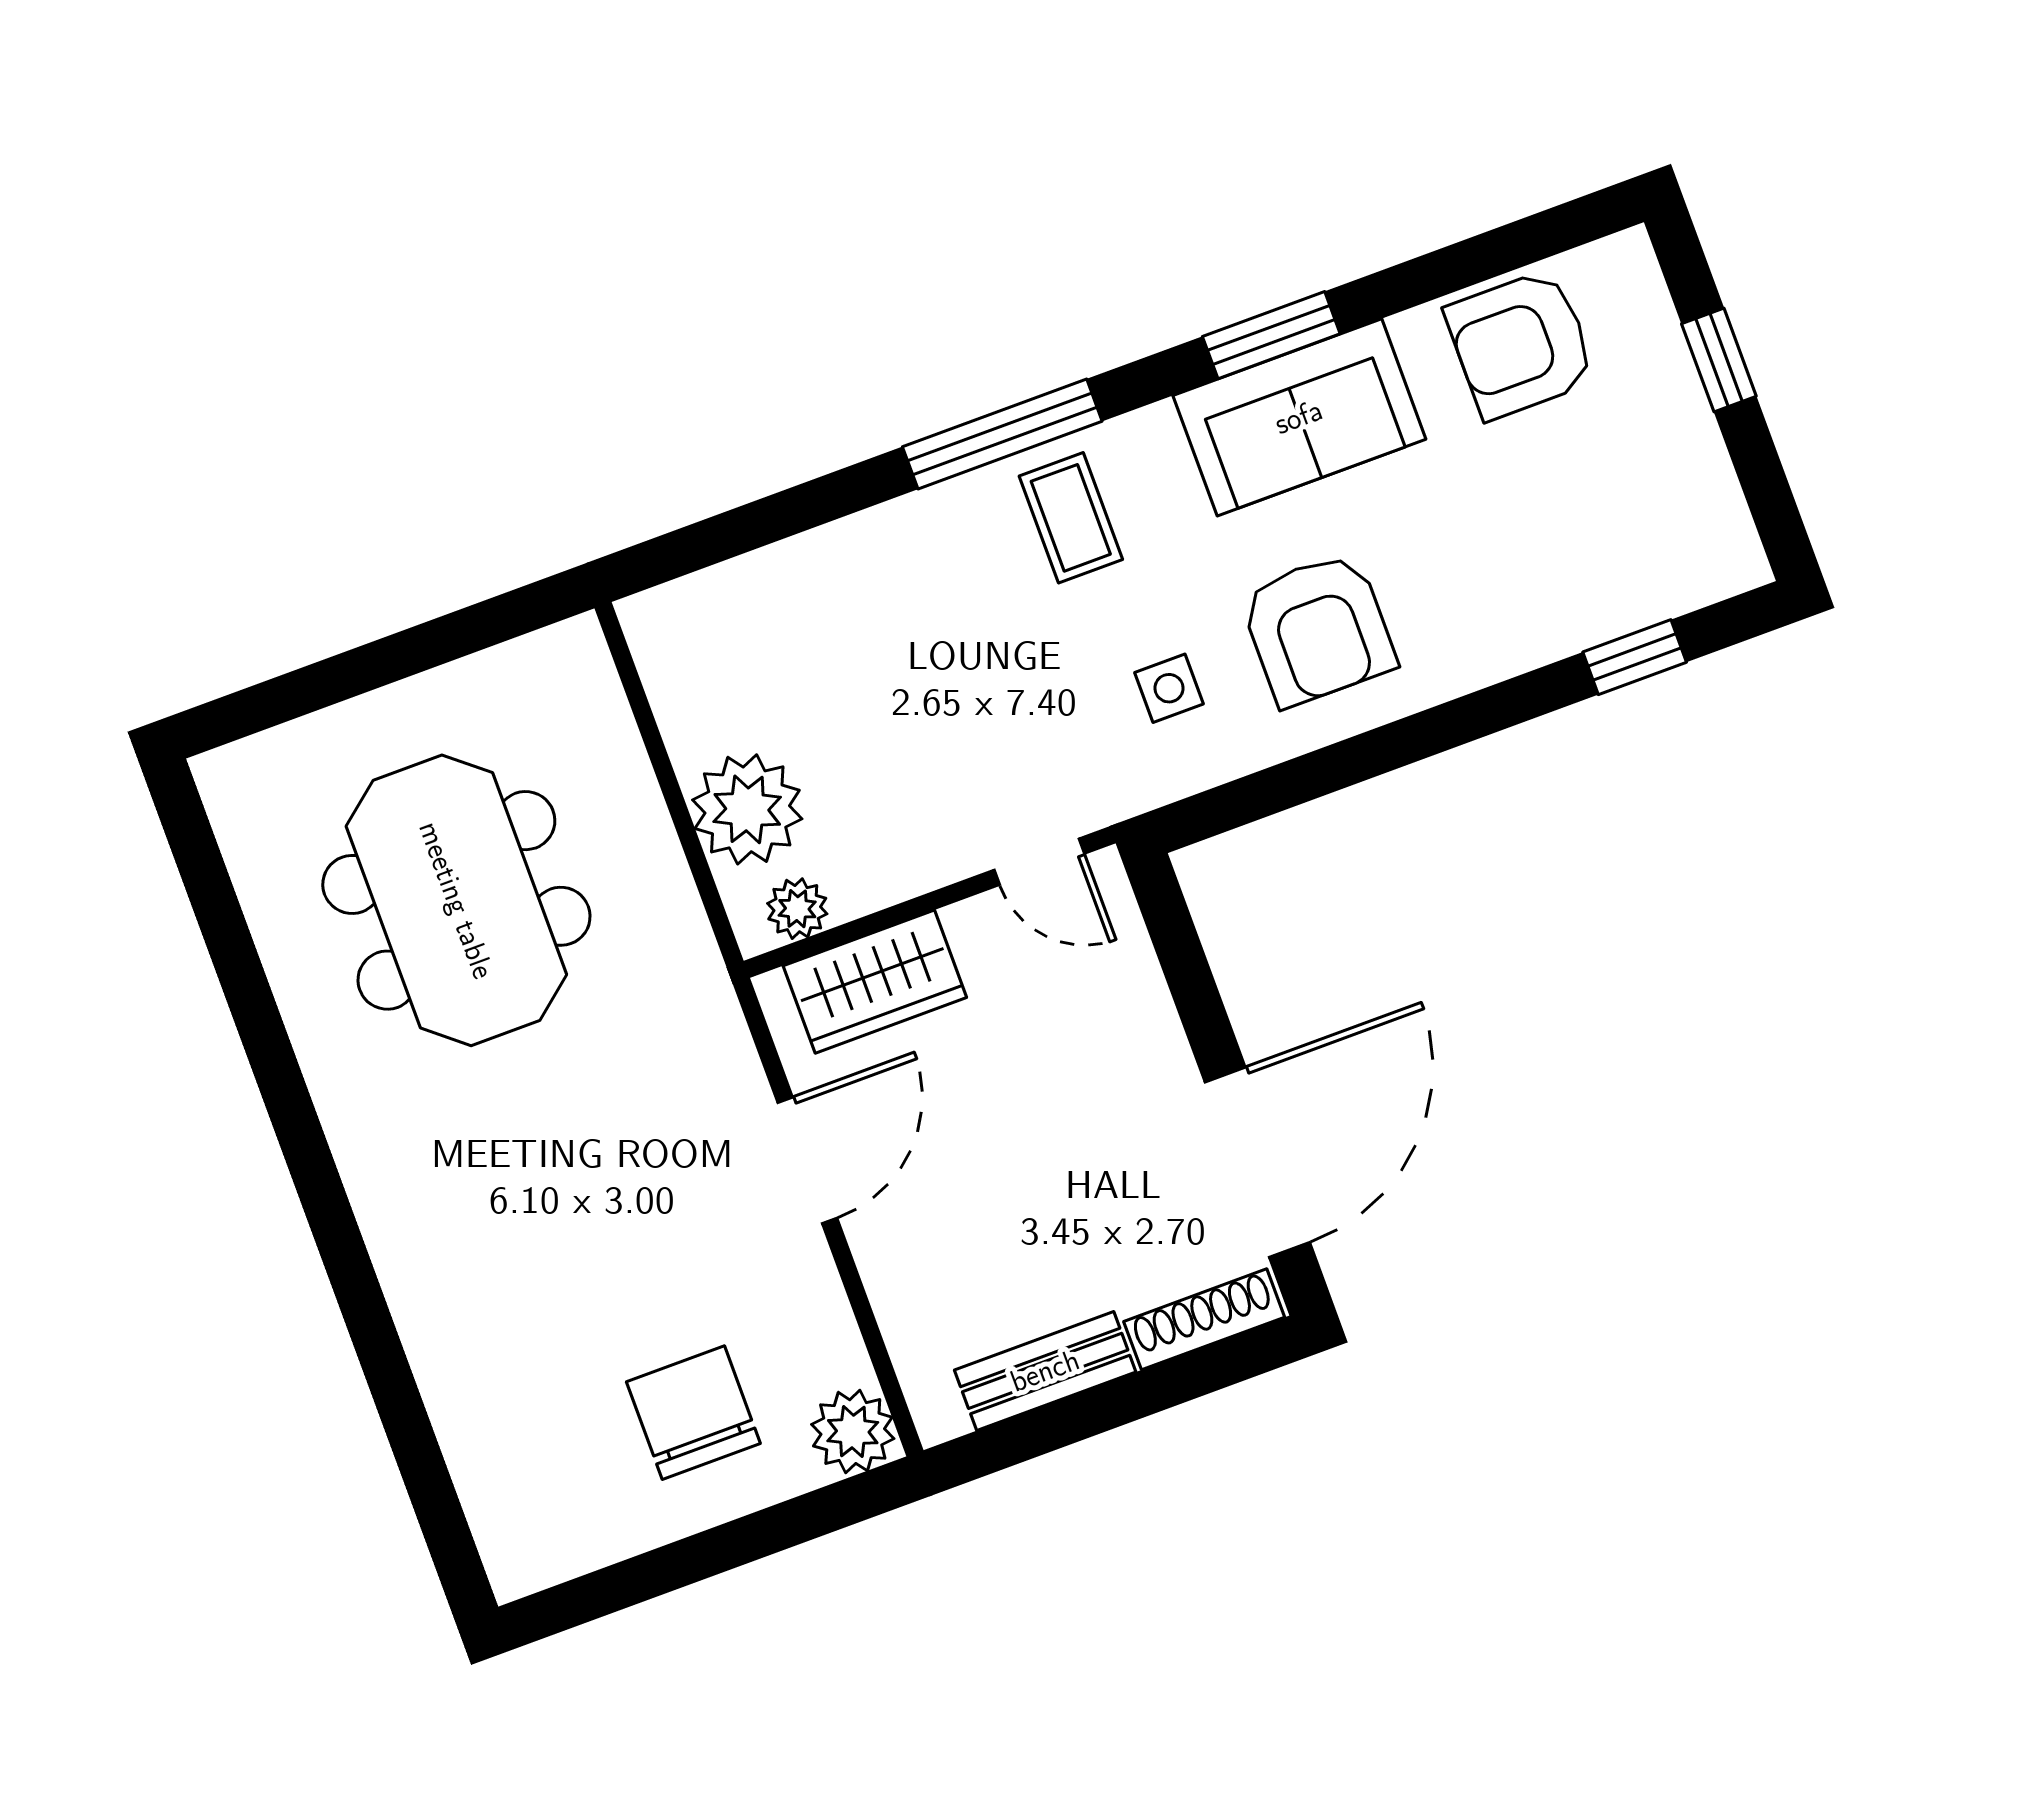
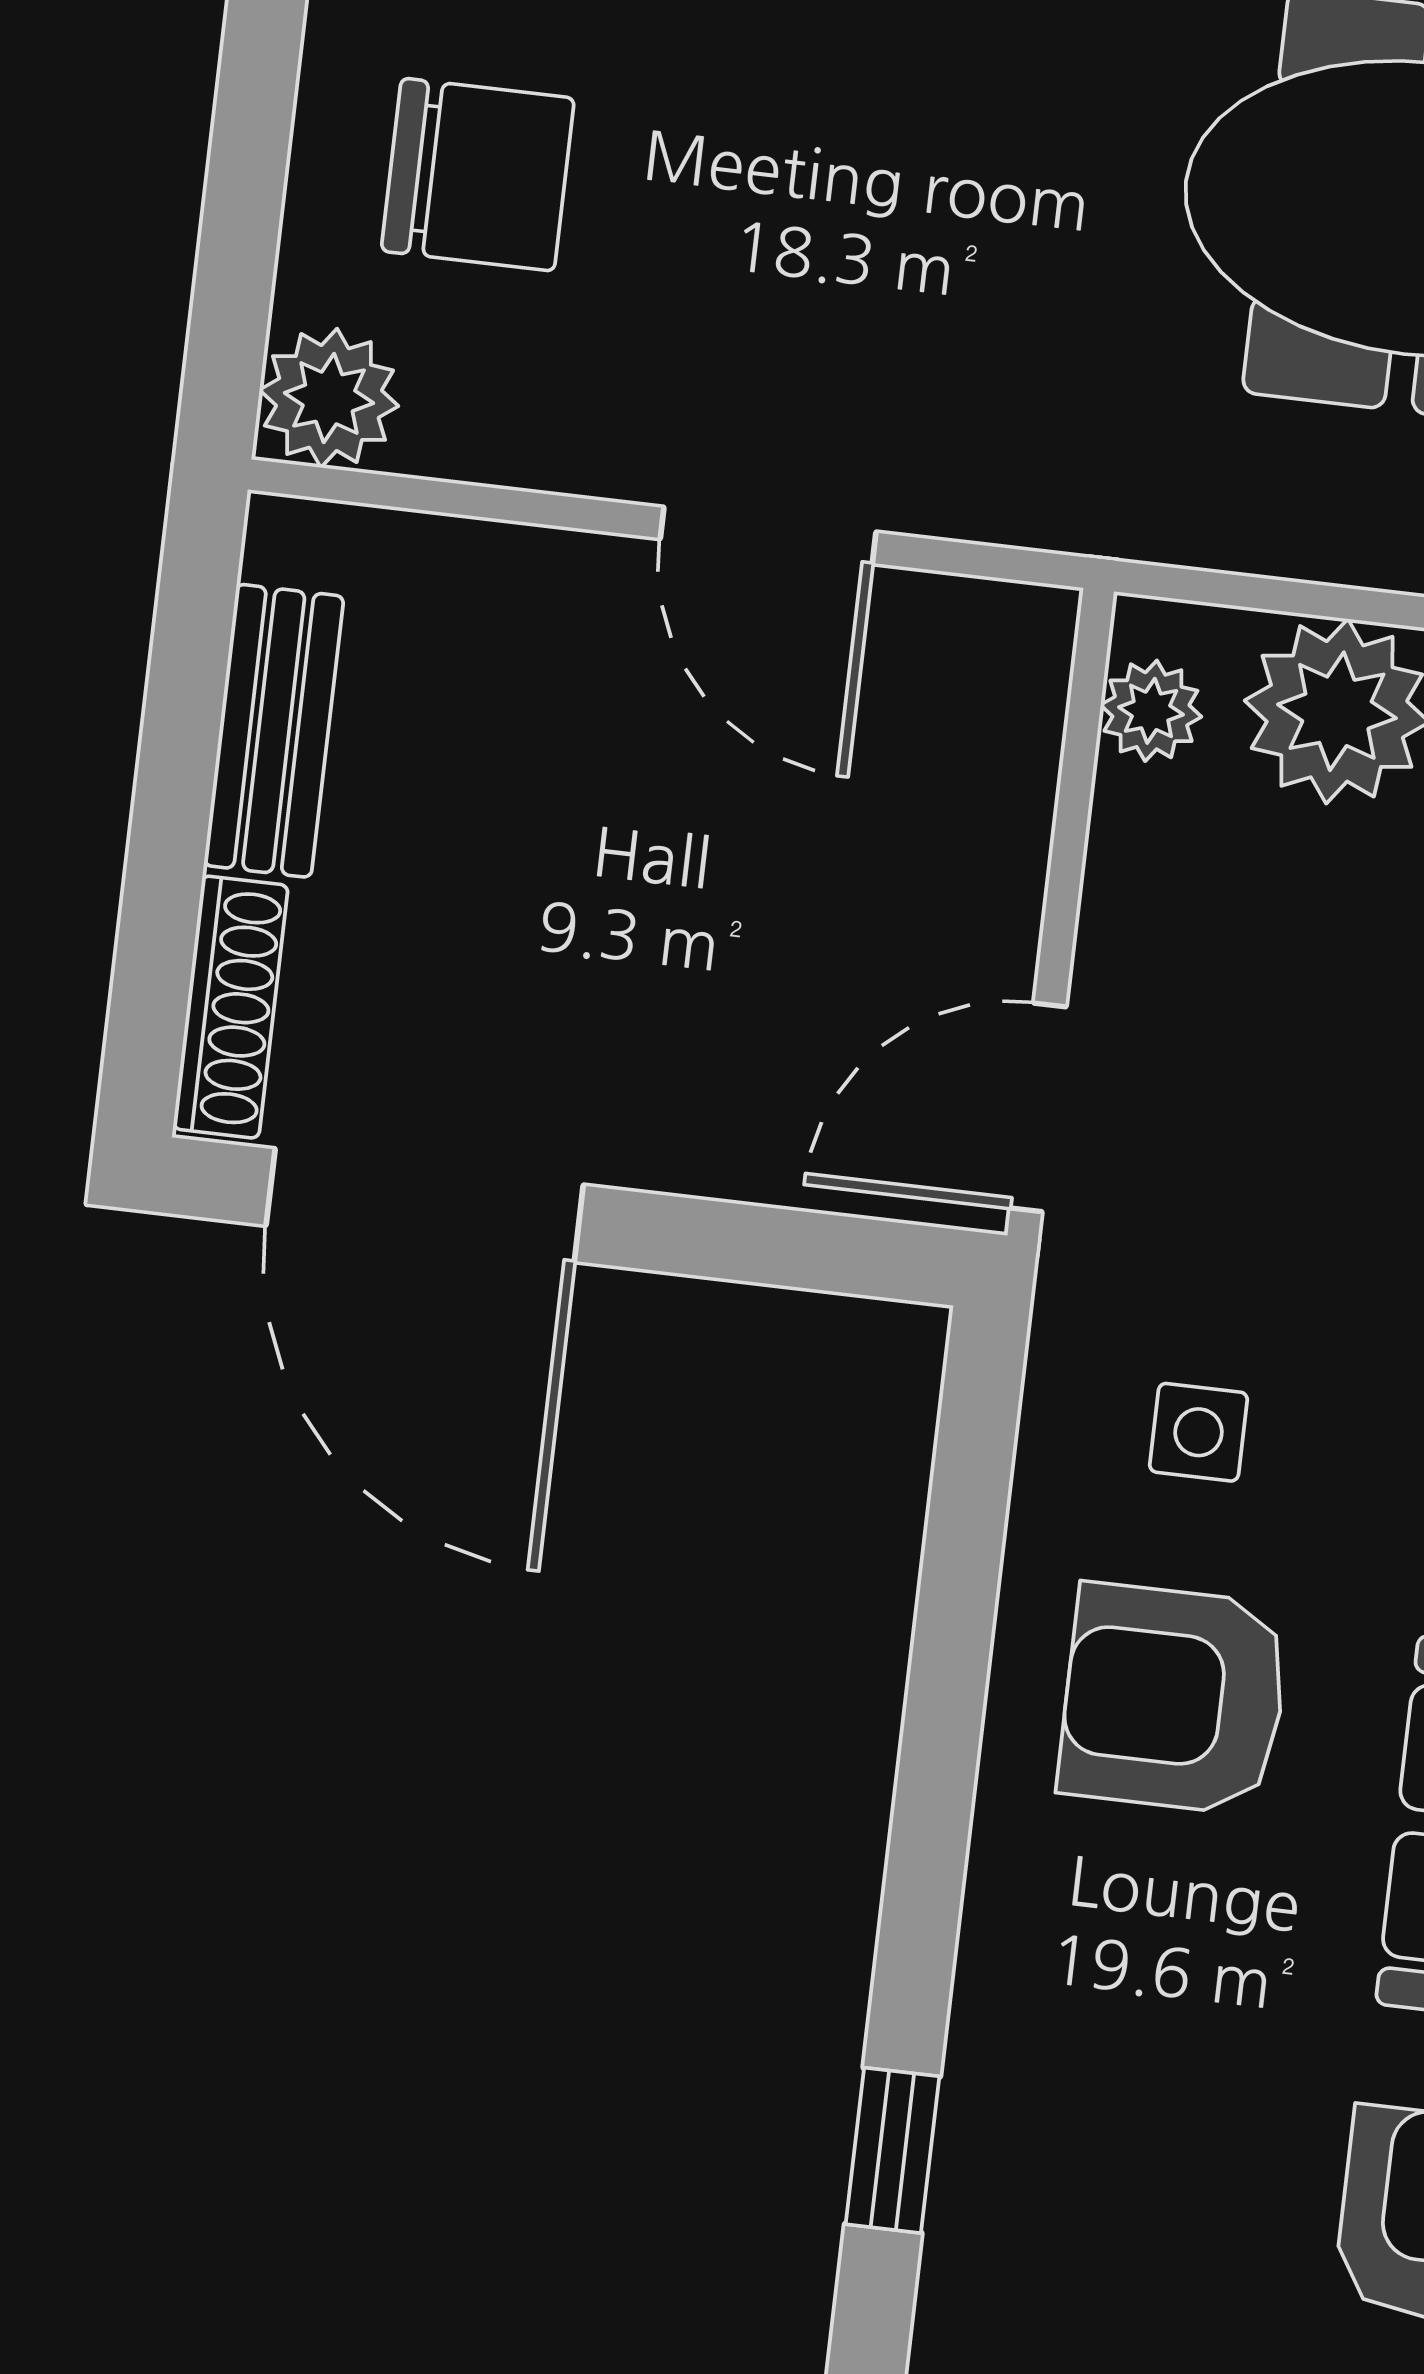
door: (1039, 862) -> (1038, 1107), width x1.38
wardrobe: (875, 982) -> (983, 771), removed

